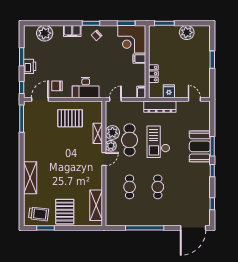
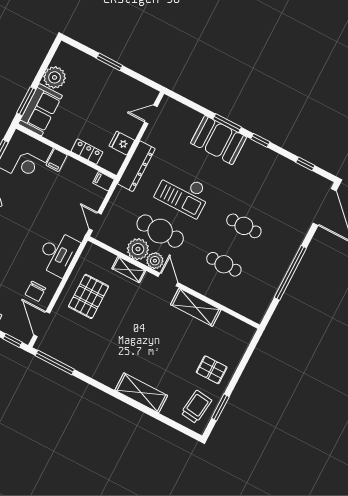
sofa: (164, 34) -> (40, 110), added
shelving: (96, 205) -> (196, 307), moved
pallet: (65, 212) -> (212, 370), width x0.67, depth x0.71

